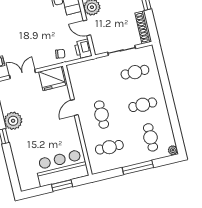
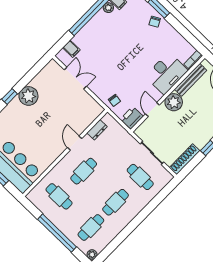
fridge: (52, 79) -> (88, 107), removed
dresser: (75, 83) -> (97, 130), added
cafe table: (143, 105) -> (116, 202), turned 90
door: (74, 108) -> (75, 143), hinge flipped
window: (138, 167) -> (57, 233), width x1.46

